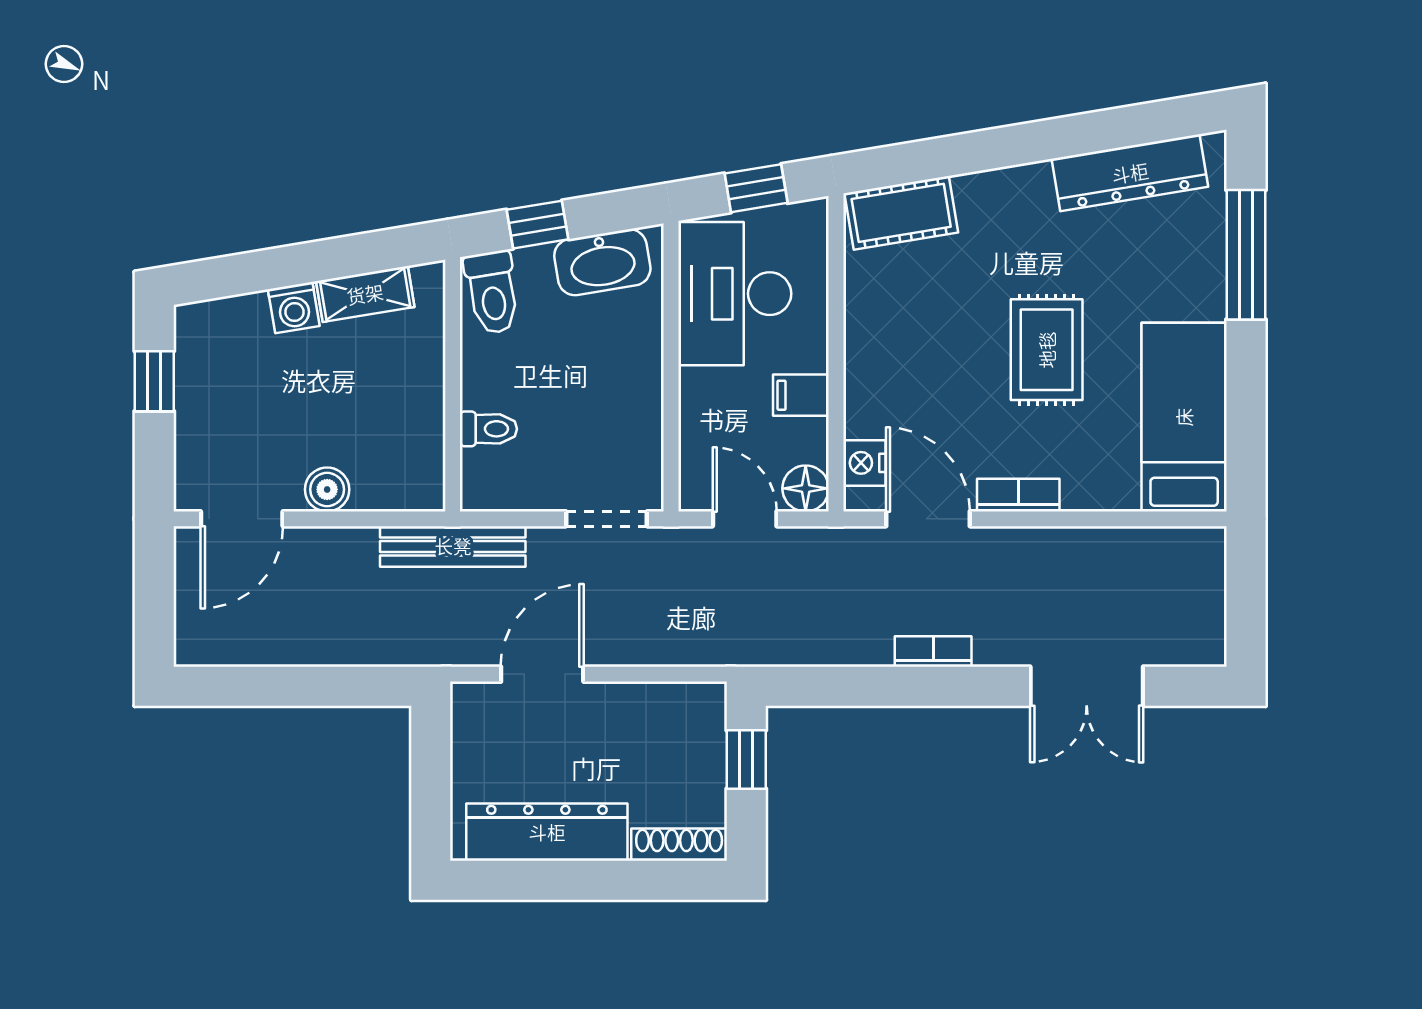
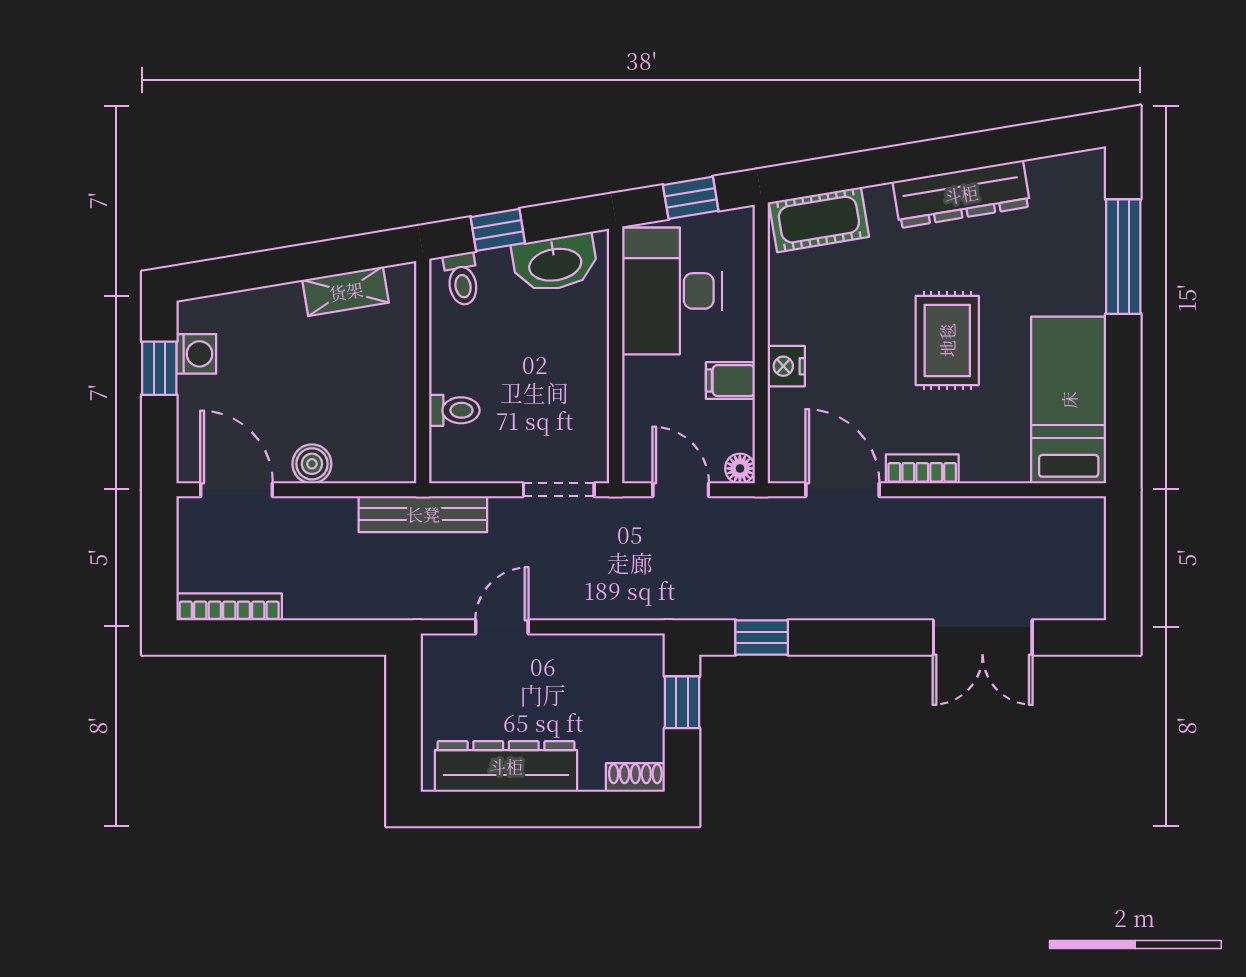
dresser: (1130, 173) -> (961, 194), moved
toilet: (492, 292) -> (462, 279), width x0.73, depth x0.72
washing machine: (294, 308) -> (196, 354), moved, turned -81
nightstand: (864, 463) -> (786, 366), moved
floor lamp: (806, 488) -> (740, 468), width x0.73, depth x0.73
door: (242, 519) -> (237, 490), swing flipped
bookcase: (933, 652) -> (229, 607), moved, width x1.56
door: (542, 674) -> (502, 627), width x0.73
window: (836, 686) -> (762, 638), added
shoe rack: (679, 845) -> (635, 777), width x0.70

